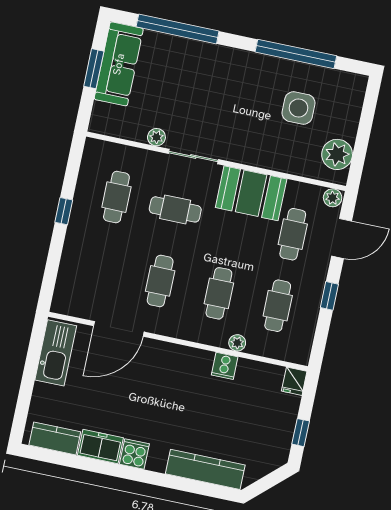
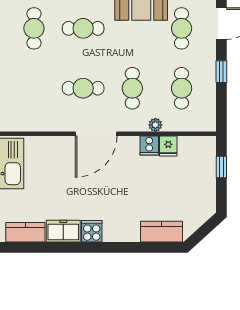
cafe table: (160, 281) -> (83, 88), turned 90
door: (119, 329) -> (96, 134), moved
fridge: (294, 381) -> (168, 146), moved
window: (301, 433) -> (221, 167), moved
kitchen counter: (205, 469) -> (161, 232), width x0.67

